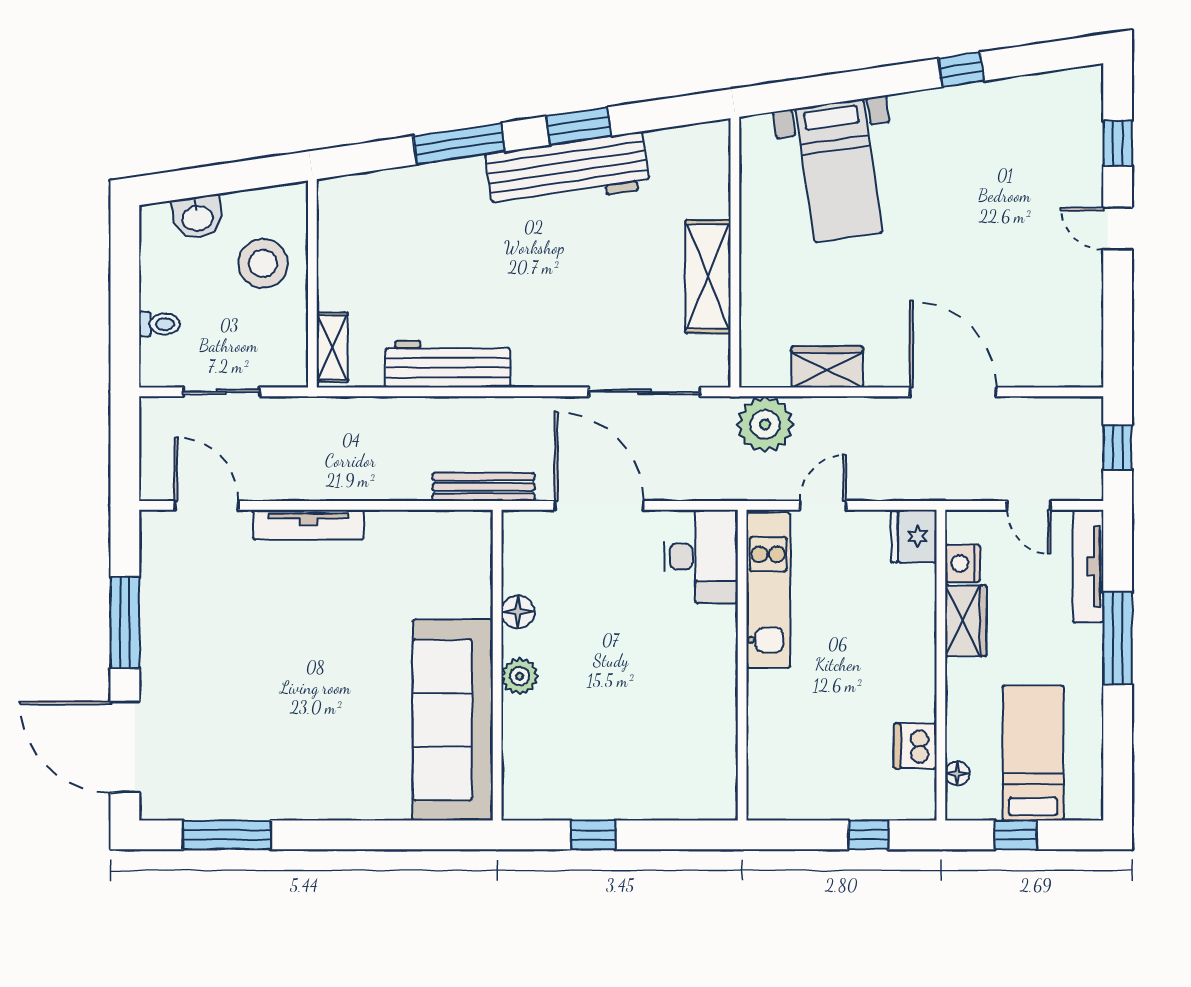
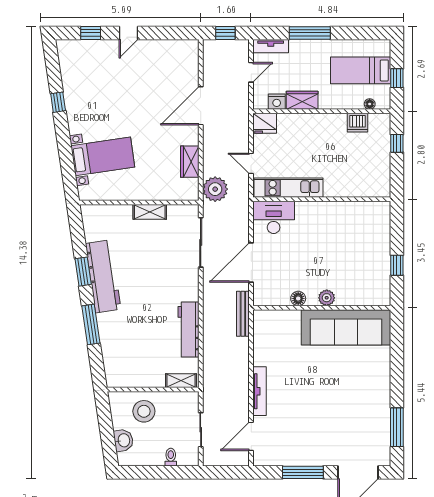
shelving: (708, 277) -> (150, 212), width x0.67, depth x0.75
tv unit: (1088, 566) -> (271, 46), width x0.71

